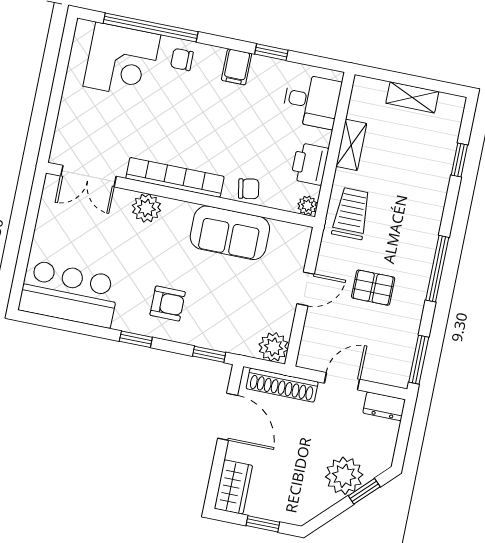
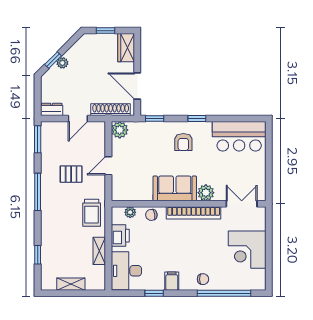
corner desk: (122, 61) -> (247, 250), moved, turned -90
desk: (312, 101) -> (126, 271), width x1.37
plant: (307, 205) -> (130, 212), moved
sofa: (230, 233) -> (175, 188), moved
armchair: (168, 304) -> (183, 142), turned -90
plant: (344, 476) -> (62, 63), width x0.53, depth x0.53

